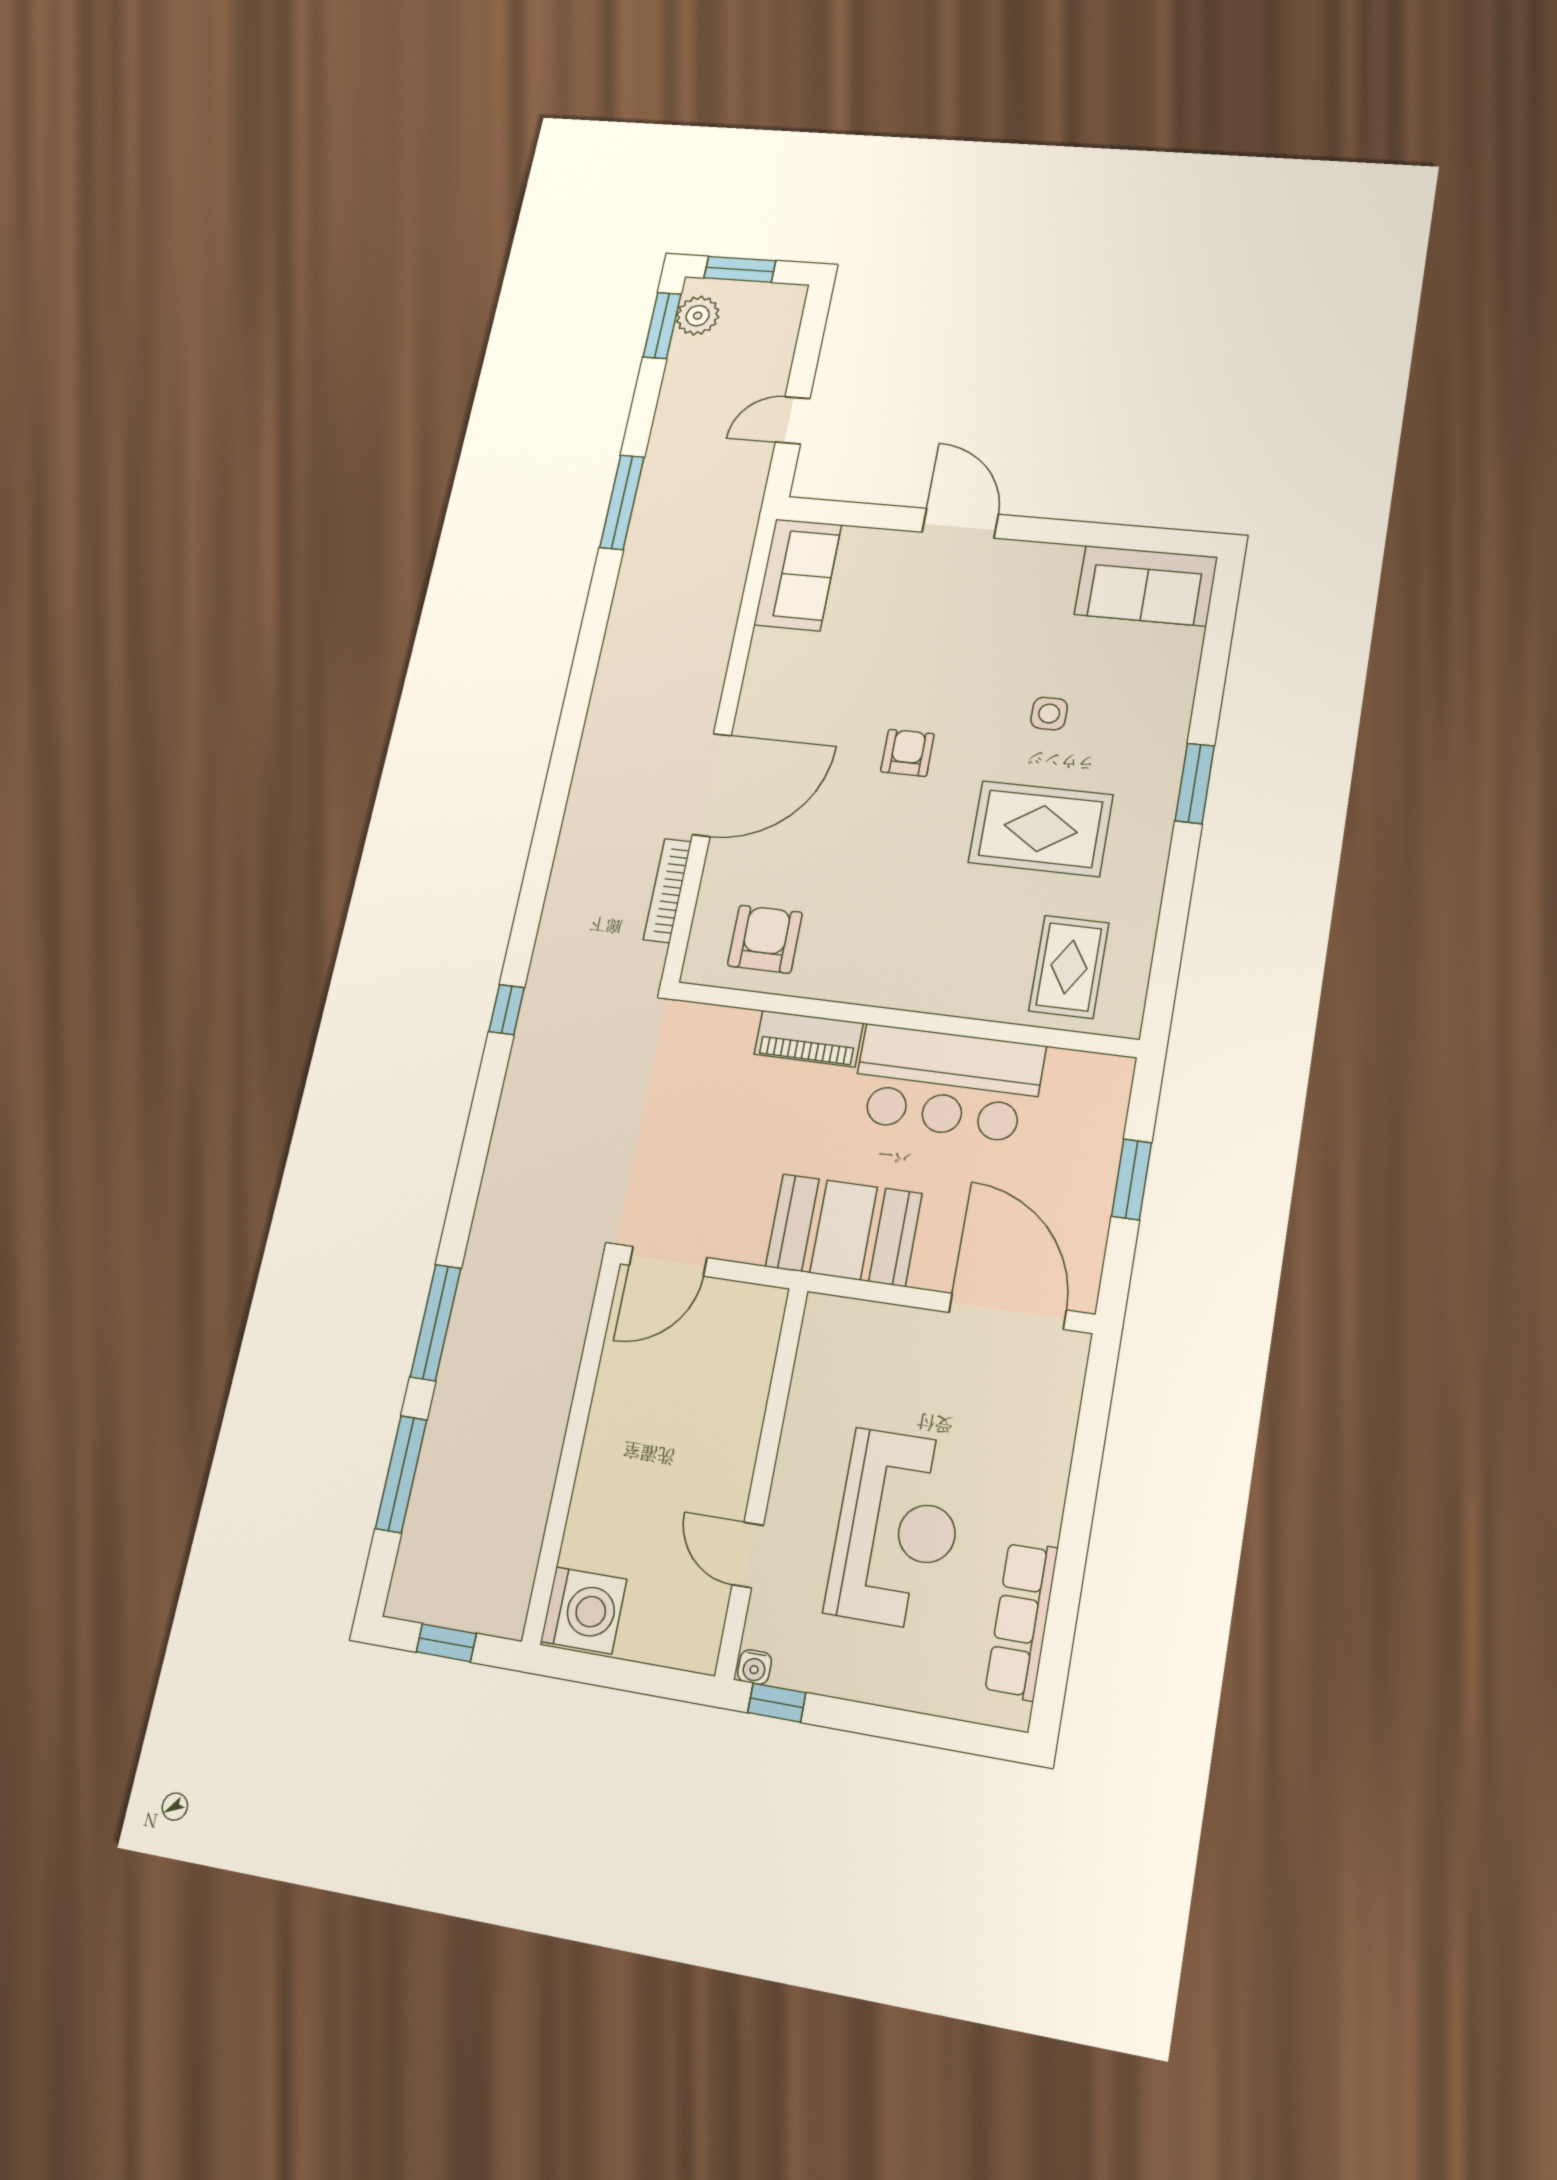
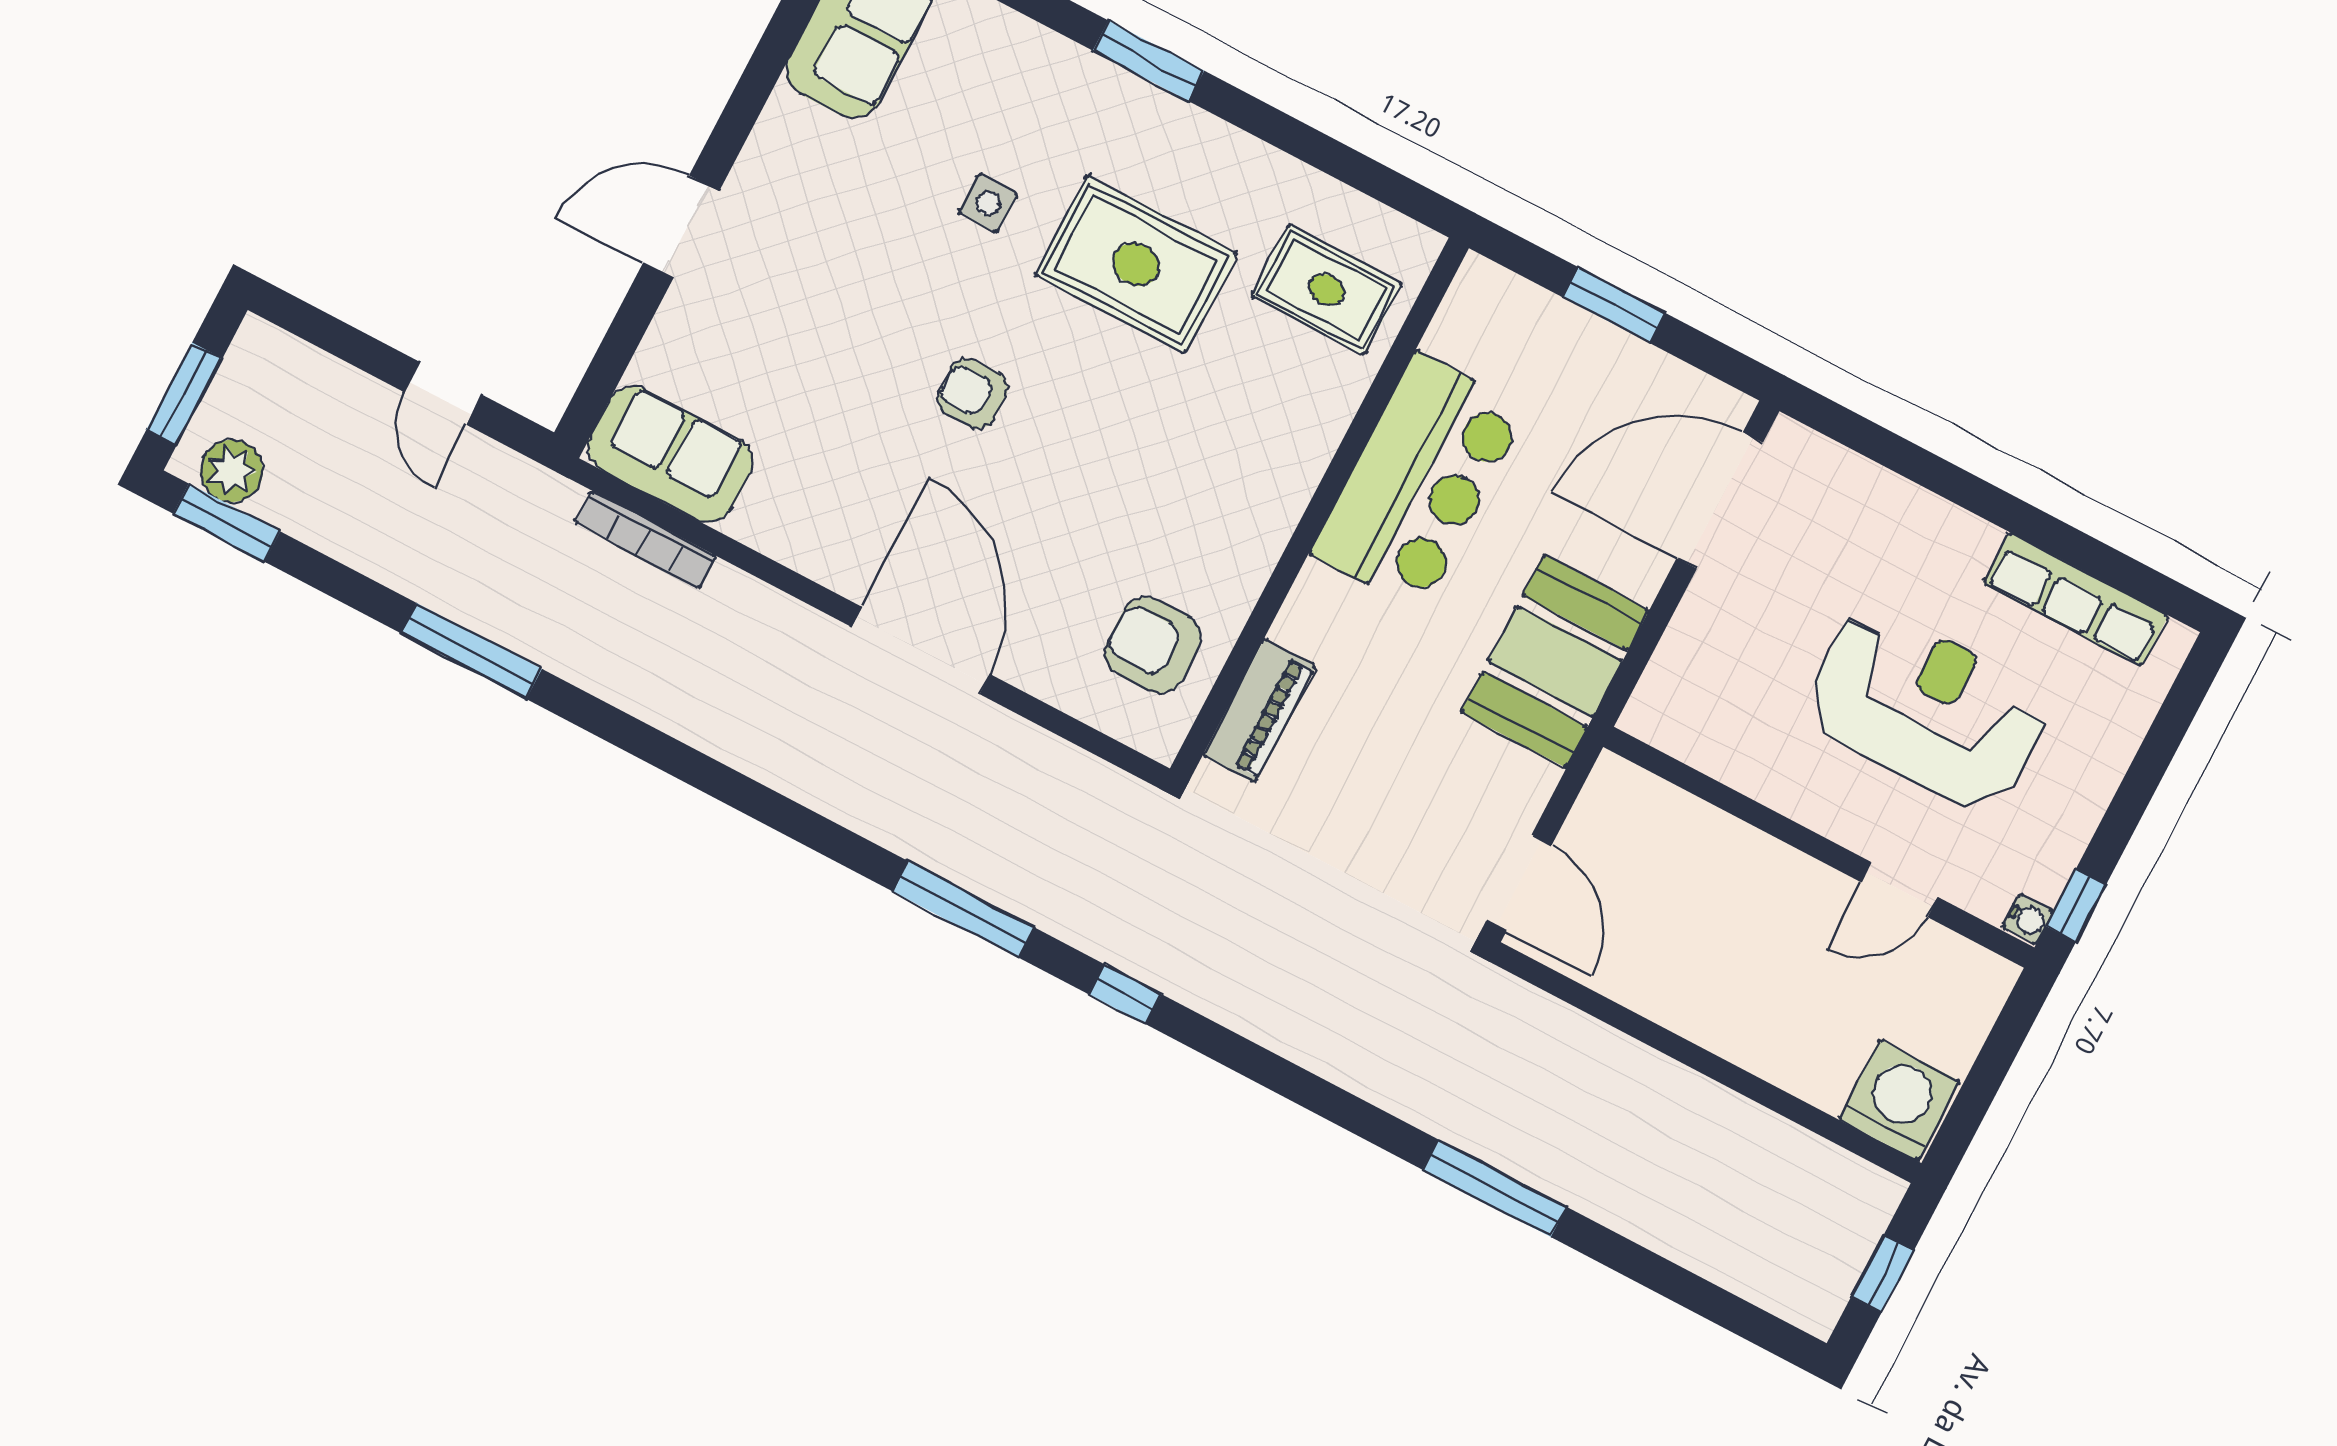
rug: (1041, 829) -> (1136, 264), turned 90
bookcase: (667, 891) -> (646, 539), moved
piano: (809, 1039) -> (1259, 711), moved
window: (401, 1474) -> (964, 910), moved

